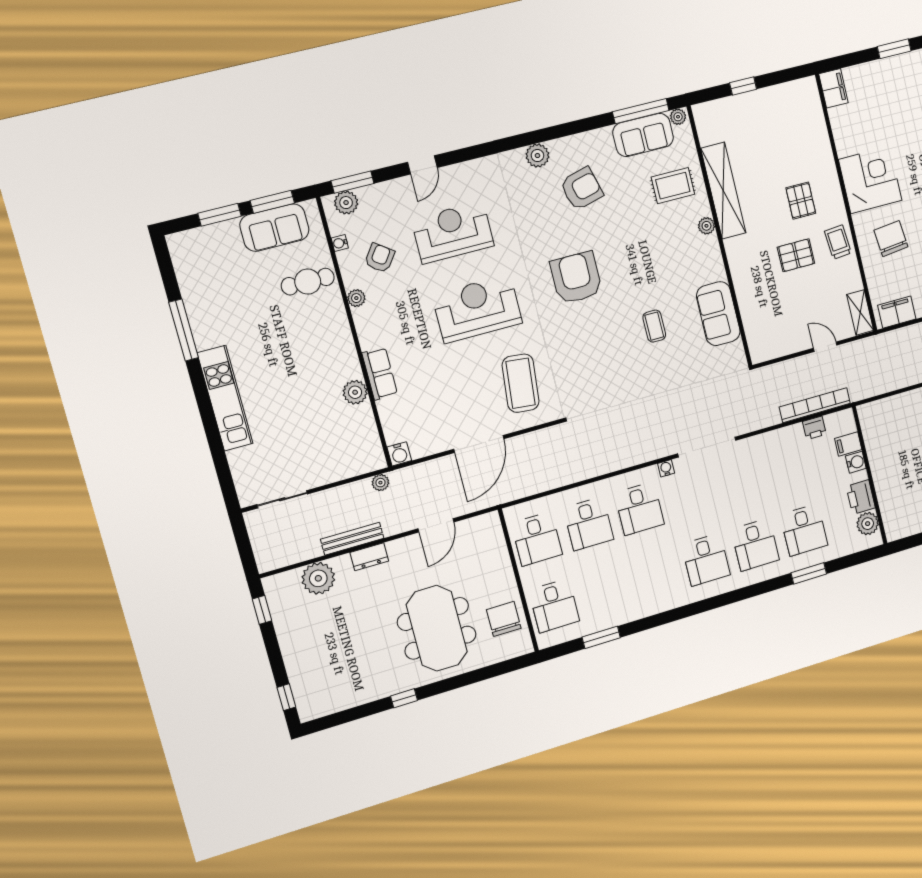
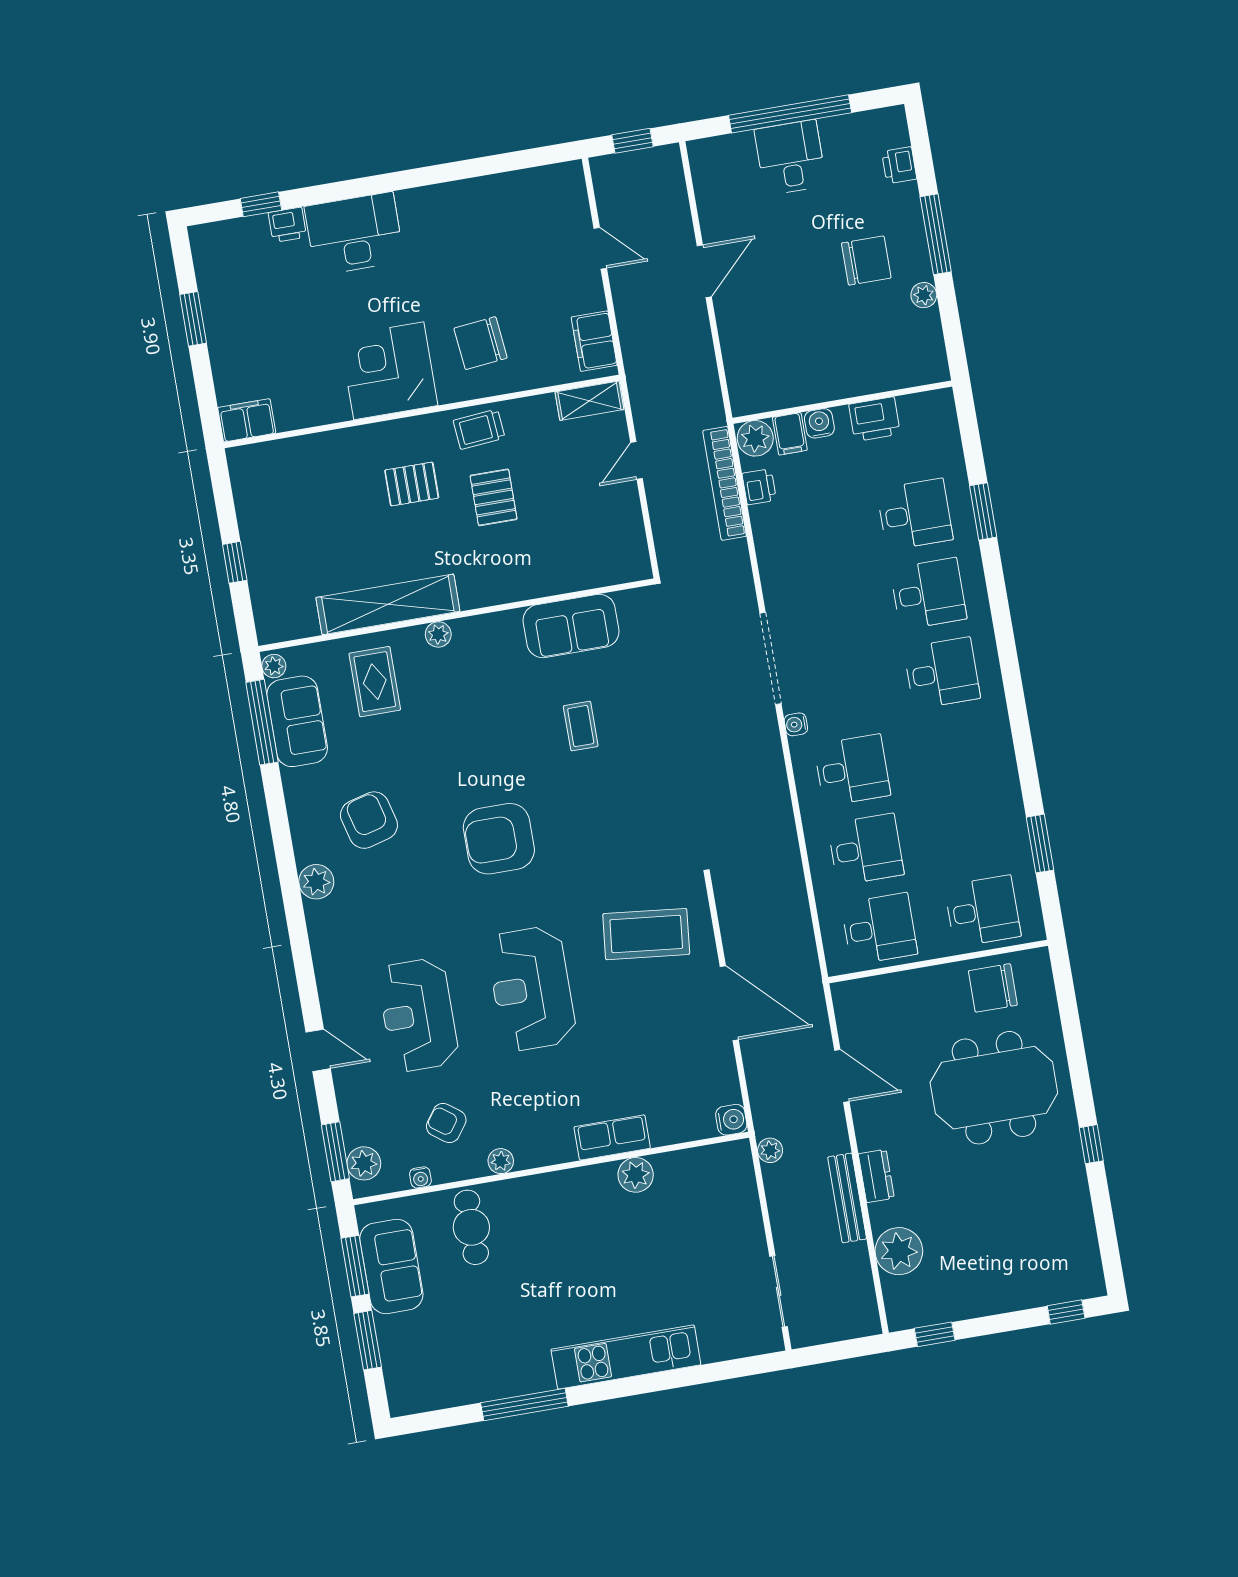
coffee table: (654, 326) -> (581, 726), turned 90
plant: (868, 524) -> (755, 438), moved

